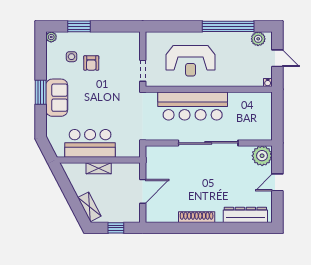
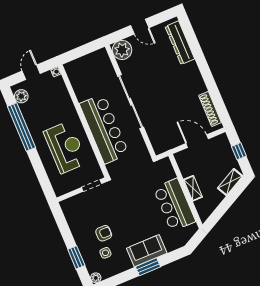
shoe rack: (197, 217) -> (210, 109), moved

